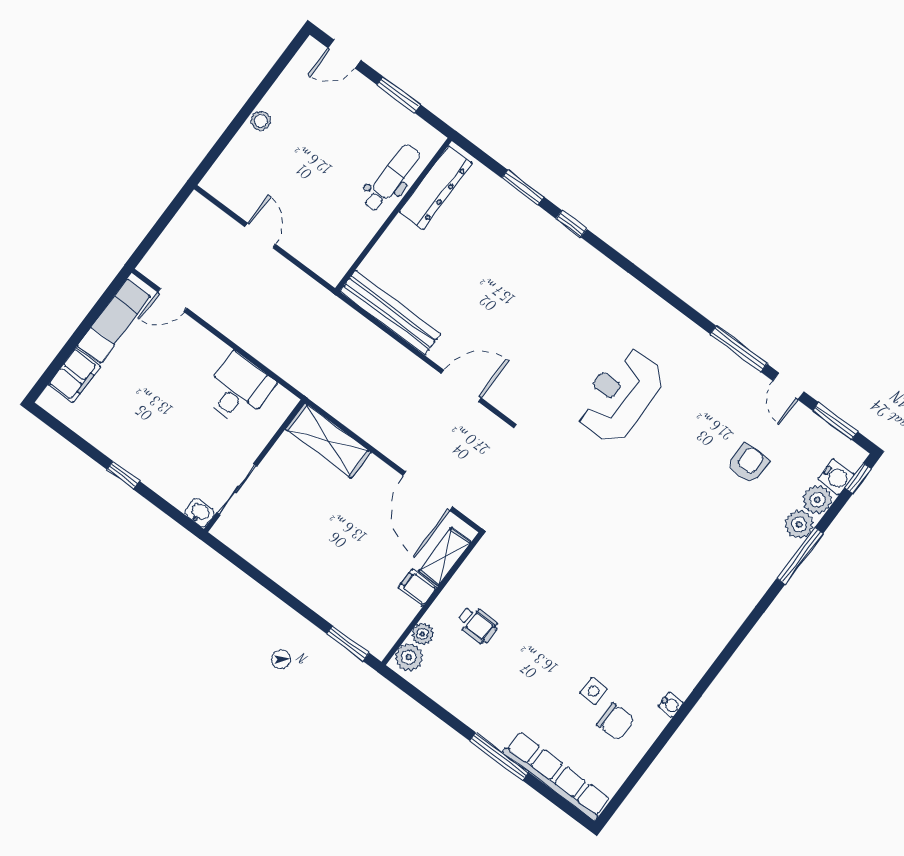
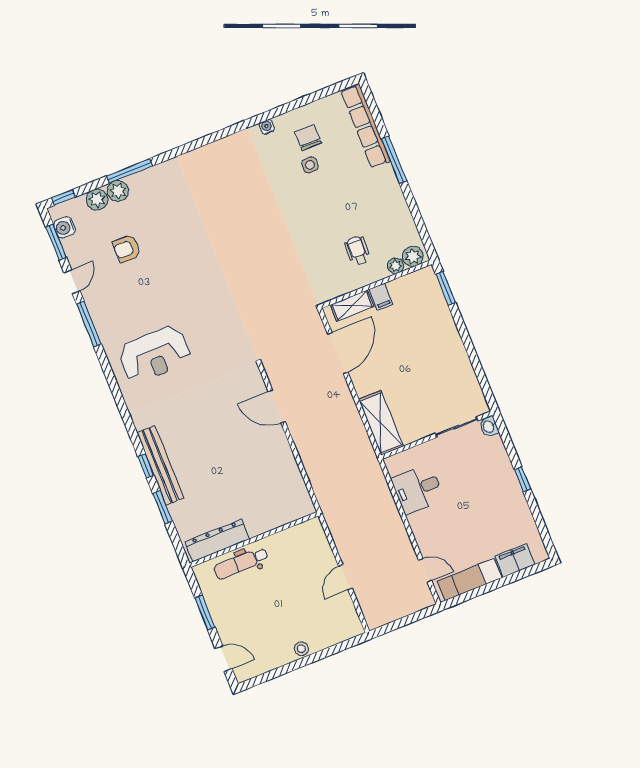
bench: (390, 313) -> (160, 465), moved
reception desk: (620, 395) -> (155, 355), moved
water cooler: (836, 477) -> (64, 227), moved, turned -90

